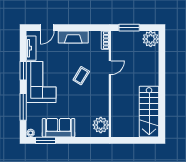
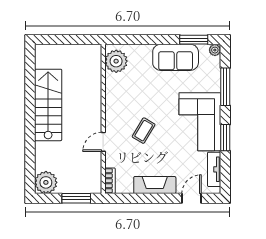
stairs: (149, 112) -> (48, 105), moved

